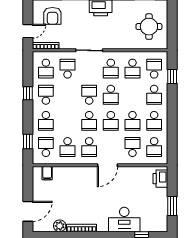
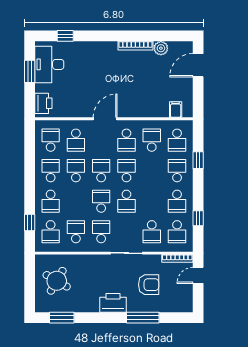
armchair: (52, 16) -> (149, 285), moved, turned 90
round table: (149, 27) -> (57, 281), turned 30
school desk: (46, 69) -> (177, 232), turned 180
window: (28, 93) -> (198, 218), moved
school desk: (154, 95) -> (51, 201), turned 180
window: (28, 141) -> (198, 160), moved
school desk: (89, 147) -> (126, 140), turned 180
desk: (124, 220) -> (49, 64), moved, turned -90

